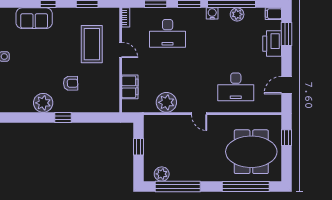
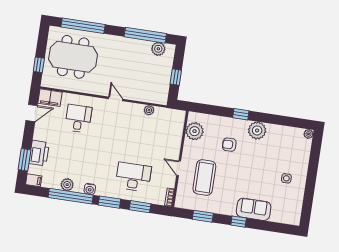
filing cabinet: (130, 87) -> (50, 98), moved, turned -90
desk: (236, 87) -> (78, 118), width x0.73
plant: (110, 92) -> (195, 131), added
plant: (166, 102) -> (149, 110), width x0.53, depth x0.53

